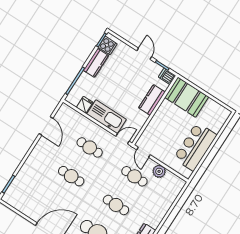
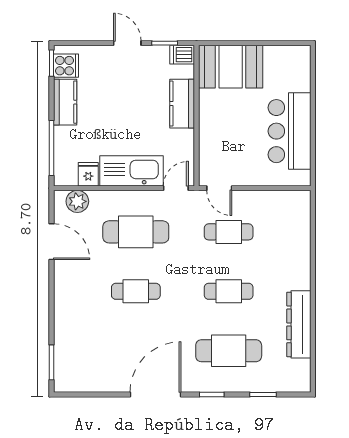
cafe table: (90, 147) -> (136, 232), width x1.37, depth x1.35
plant: (159, 171) -> (77, 201), moved

